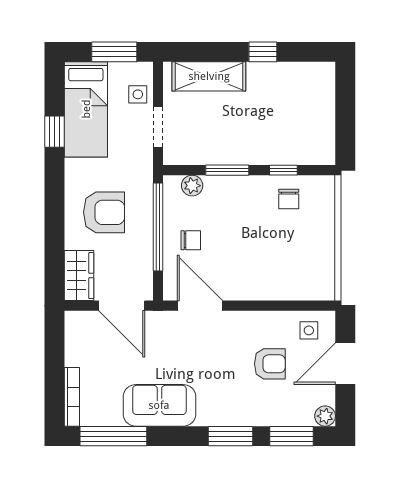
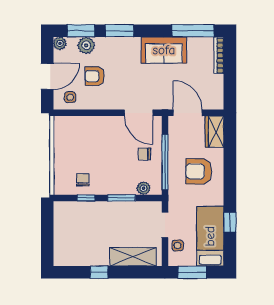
plant: (283, 413) -> (86, 45), added

